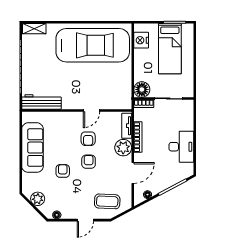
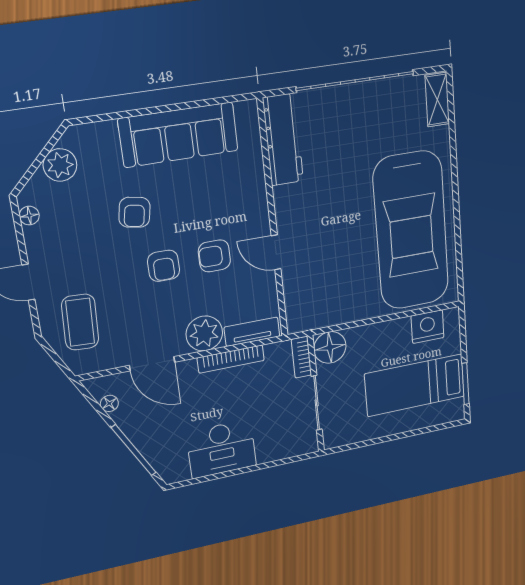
armchair: (89, 162) -> (164, 266), turned 90
armchair: (63, 171) -> (134, 212), turned 100

